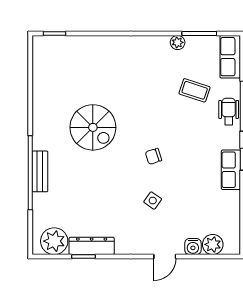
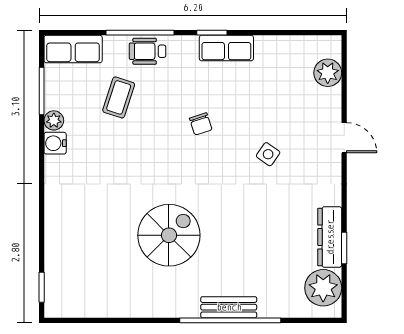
chair: (153, 156) -> (201, 124), moved
water cooler: (193, 247) -> (55, 143), moved, turned 180

